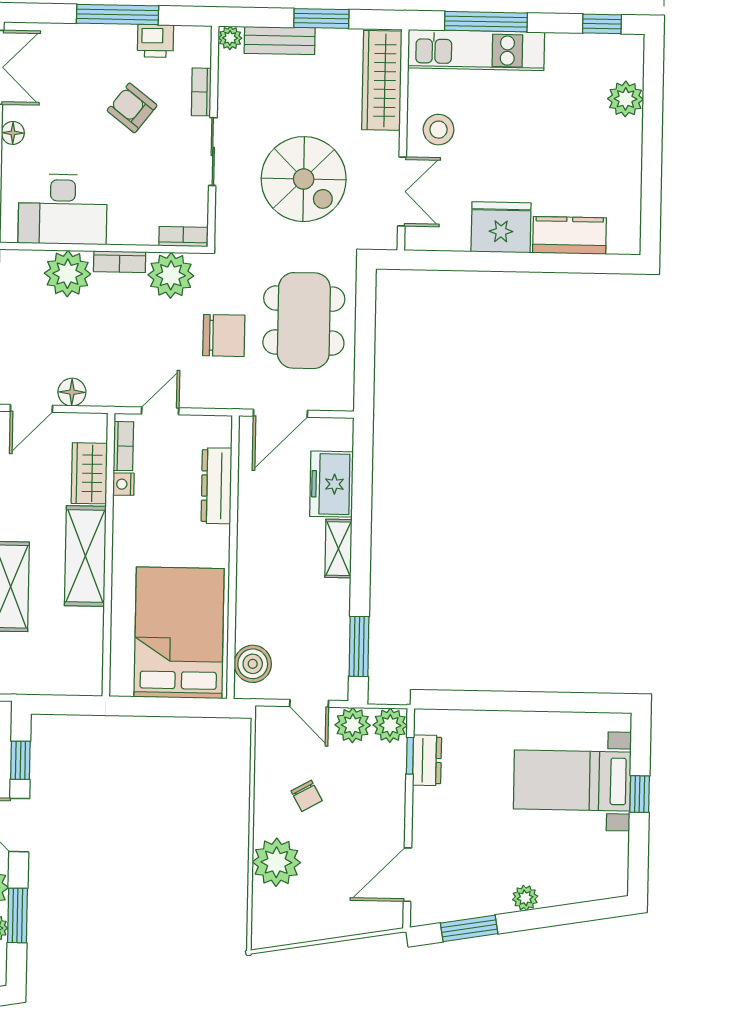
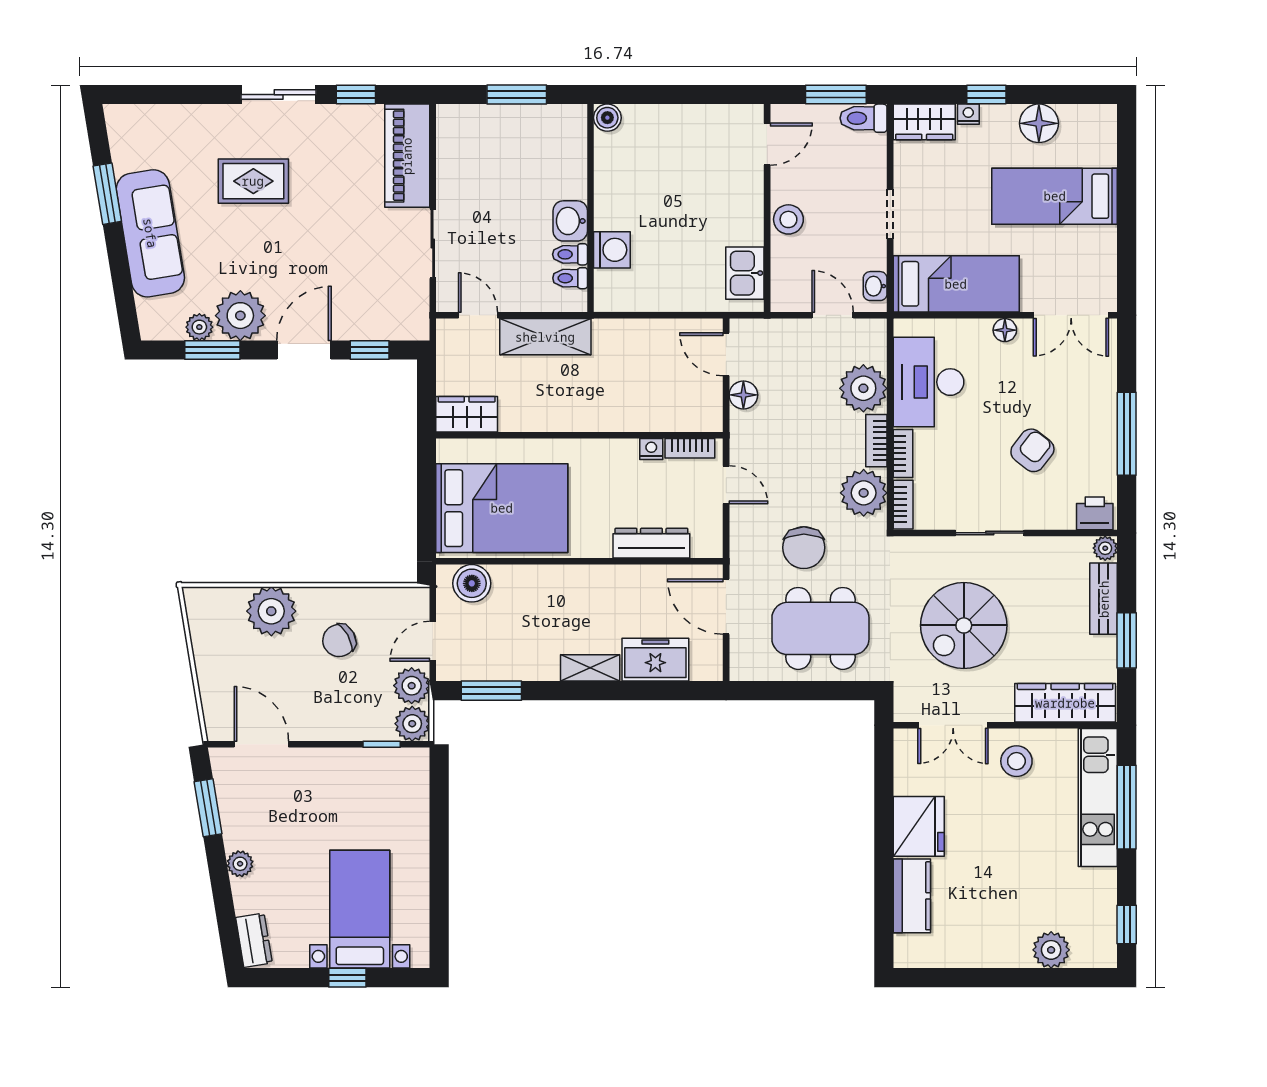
printer: (156, 41) -> (1095, 513), moved, turned 90
bookcase: (201, 92) -> (903, 453), moved, turned 90
wardrobe: (89, 473) -> (467, 414), moved
shelving: (85, 556) -> (578, 412), removed
dresser: (427, 760) -> (254, 940), moved, turned -99
chair: (307, 796) -> (339, 641), width x1.37, depth x1.37

